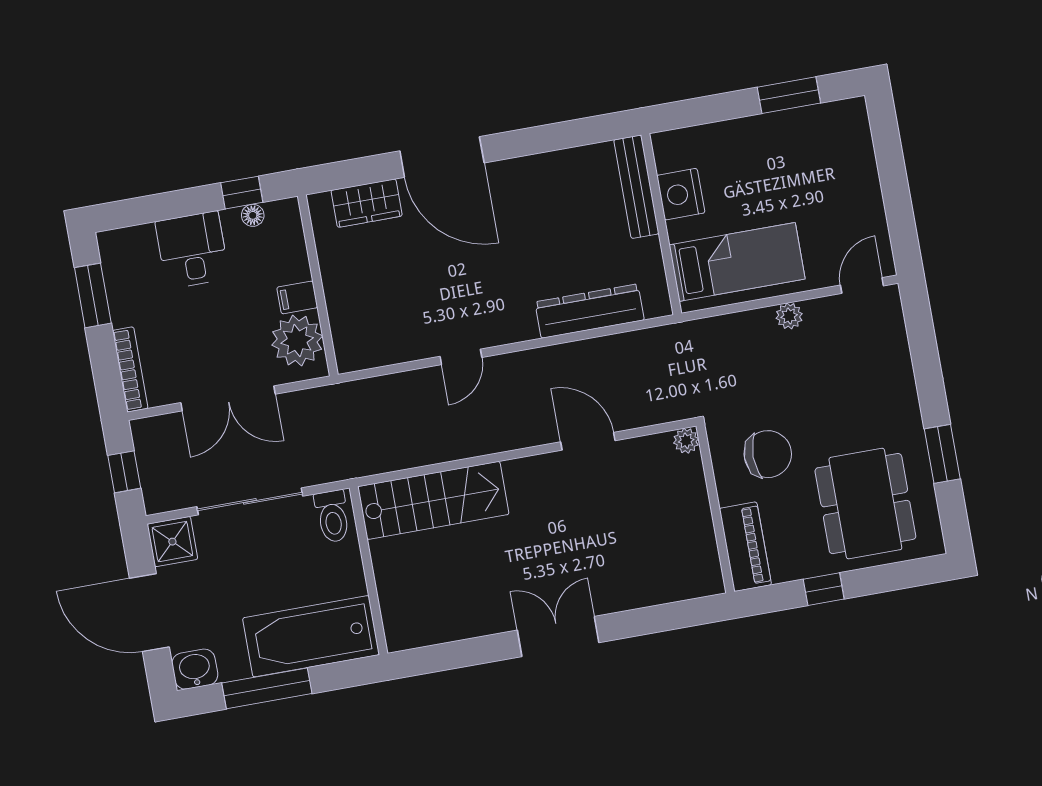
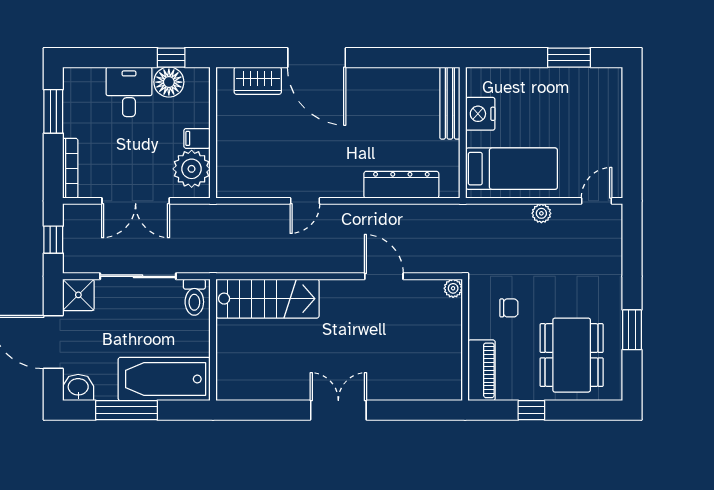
floor lamp: (253, 215) -> (169, 82), width x1.89, depth x1.89
chair: (768, 454) -> (509, 308), width x0.54, depth x0.54

